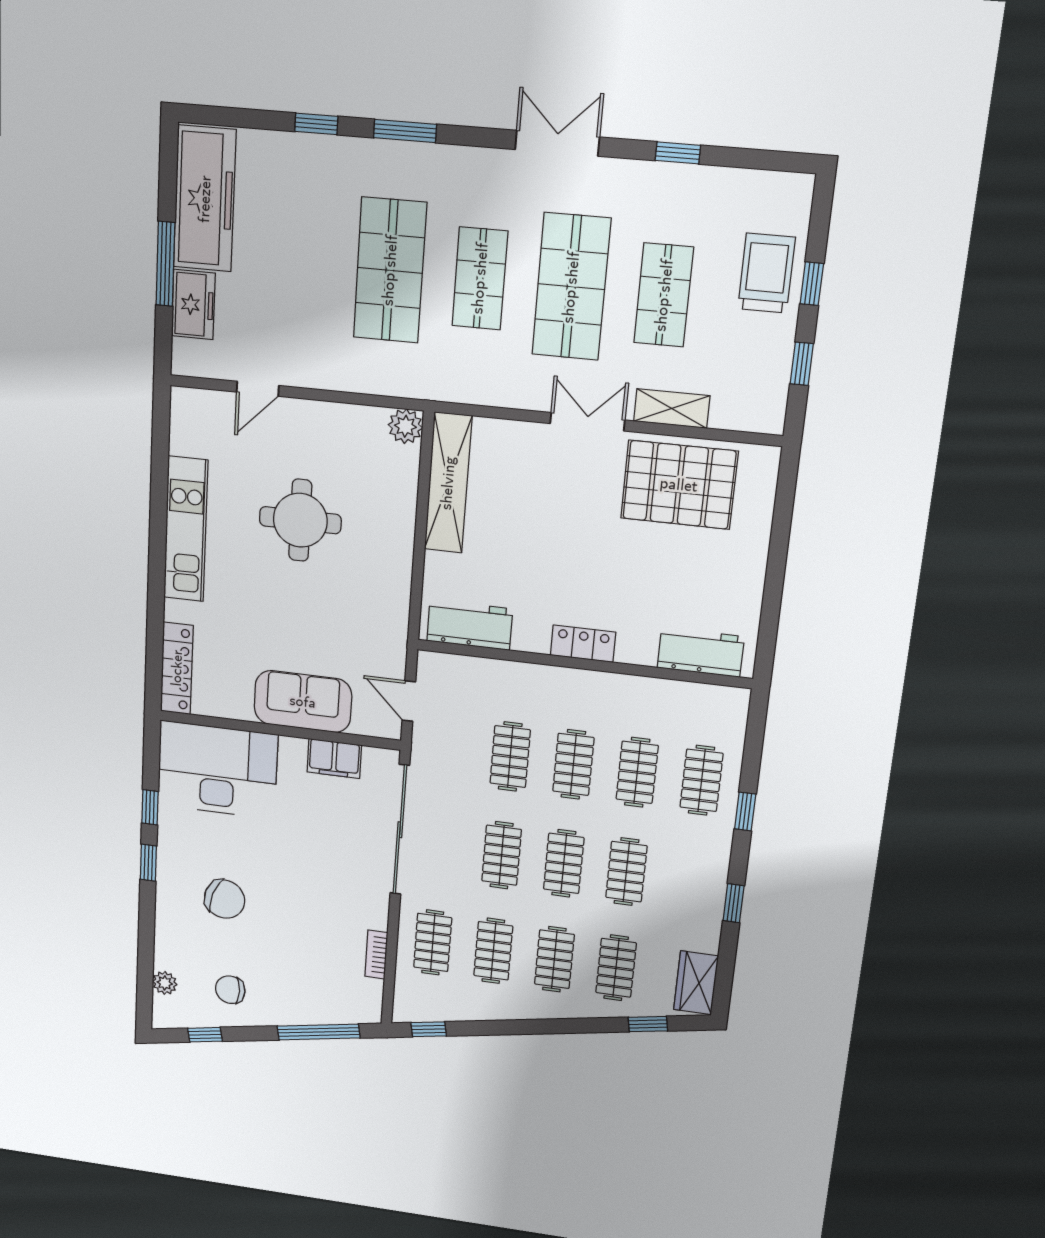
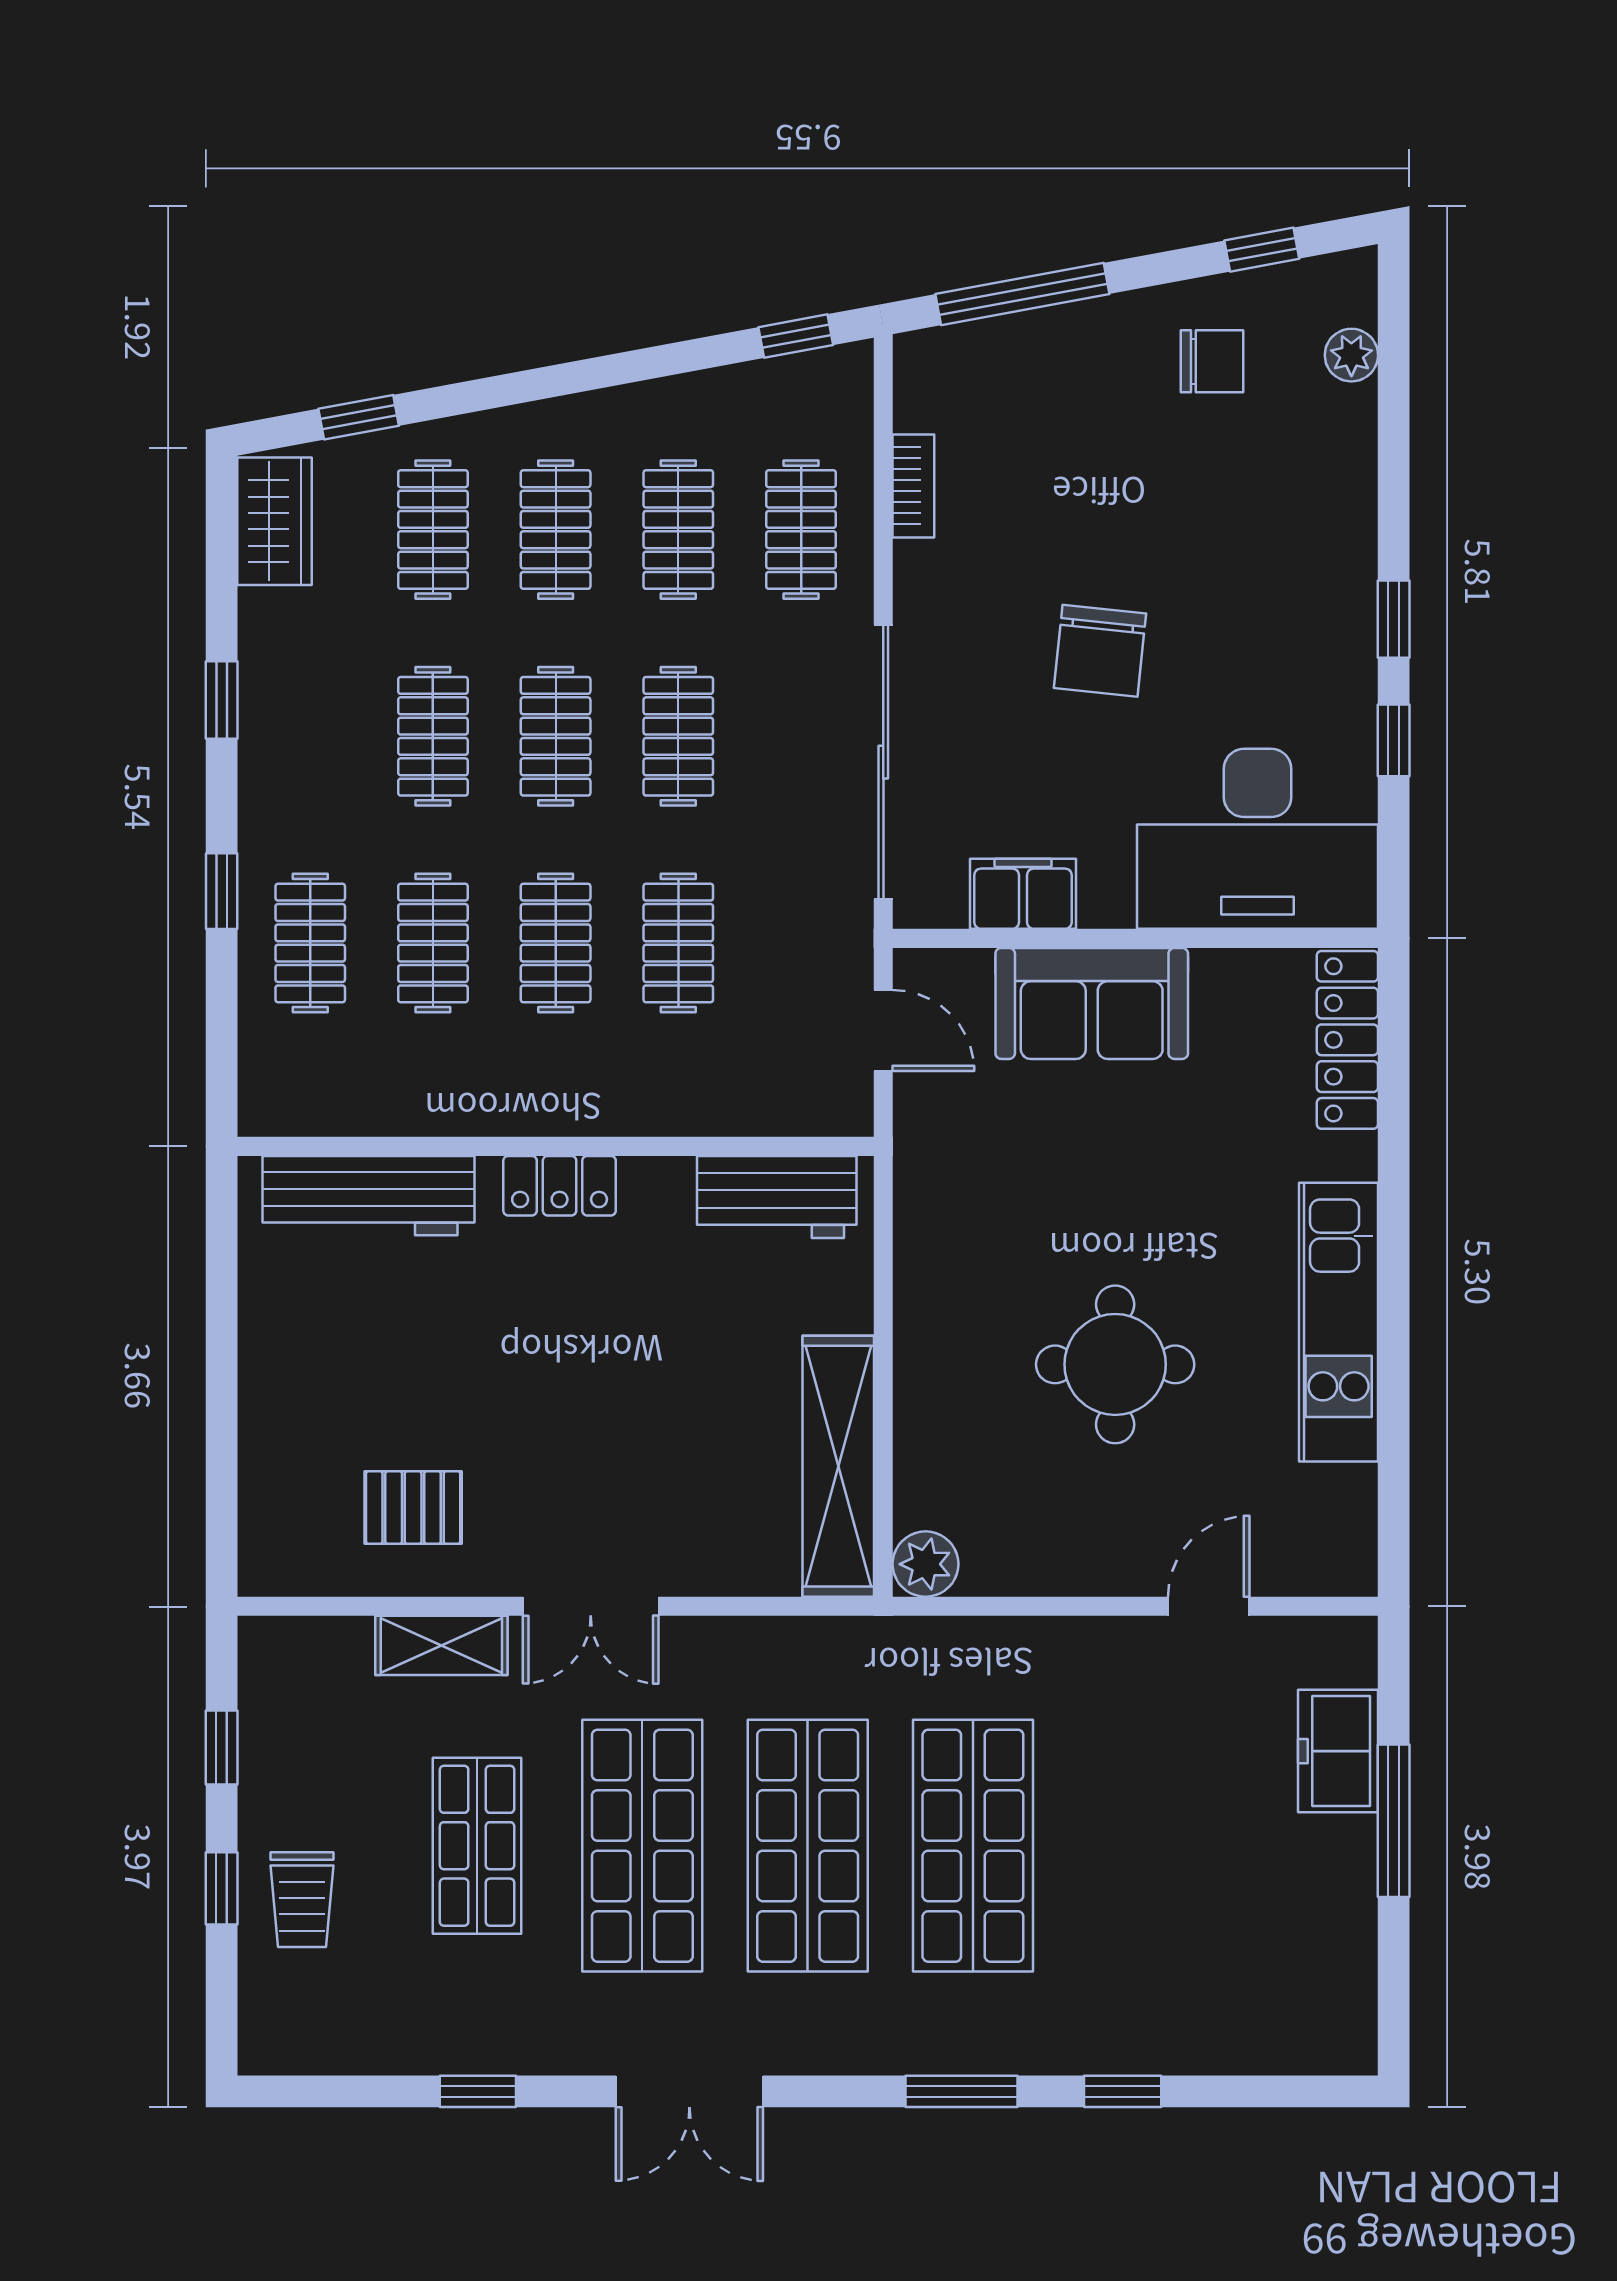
freezer: (205, 199) -> (1323, 1944), removed
trolley: (766, 273) -> (302, 1900), width x0.73, depth x0.72
shop shelf: (480, 278) -> (808, 1846), width x1.43, depth x1.36
pallet: (679, 485) -> (413, 1508), width x0.49, depth x0.50
workbench: (701, 652) -> (368, 1196), width x1.37
chair: (225, 899) -> (1100, 651), moved, turned -103

